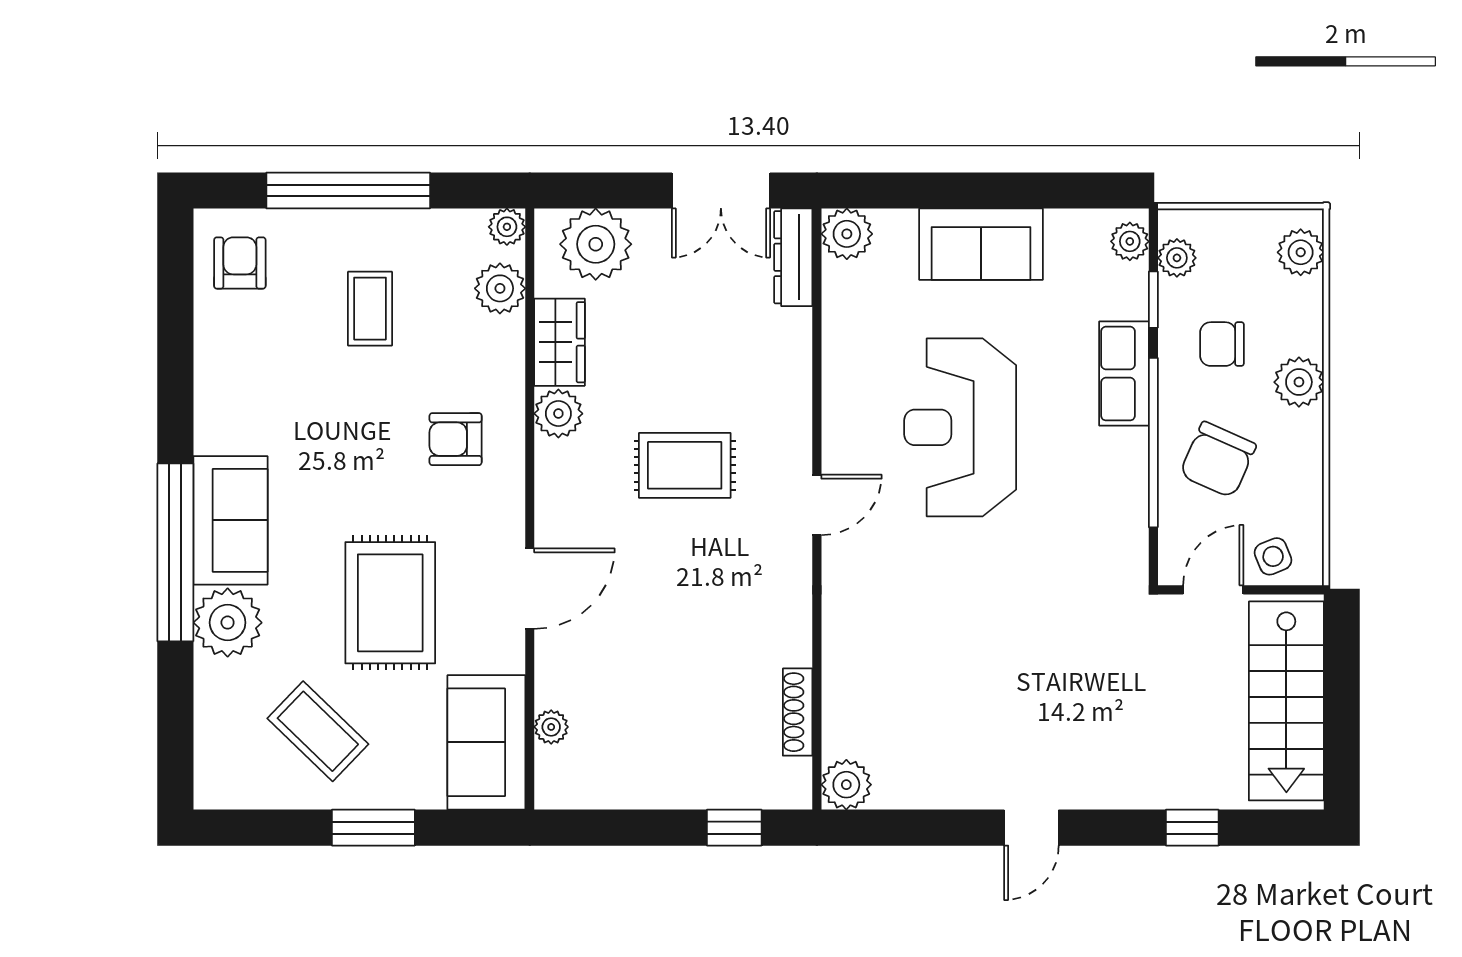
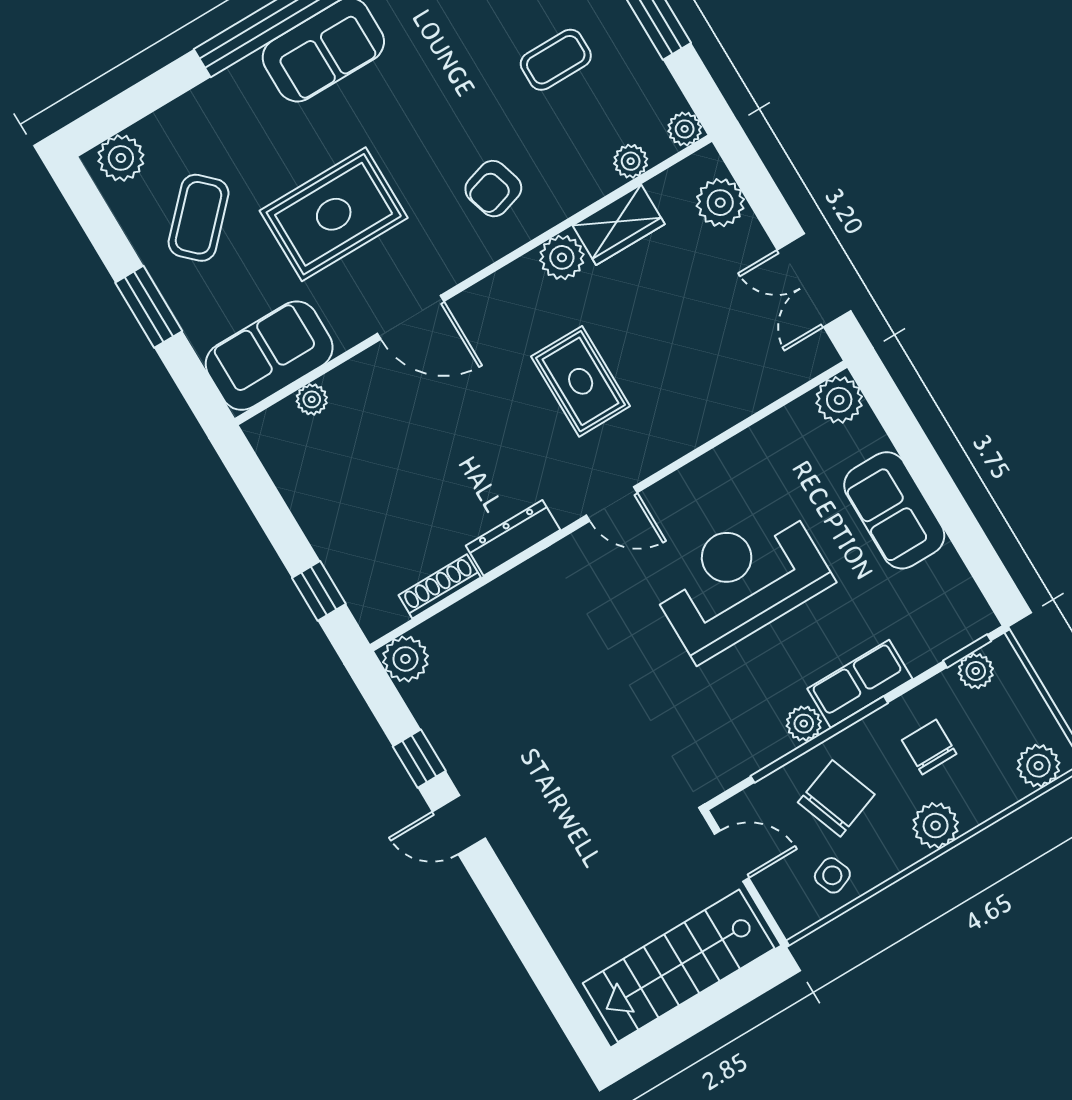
plant: (1130, 241) -> (804, 724), moved
plant: (596, 244) -> (720, 203), width x0.73, depth x0.73
dresser: (793, 257) -> (513, 538), moved
plant: (500, 288) -> (631, 161), width x0.73, depth x0.73
window: (1153, 300) -> (967, 651), moved
armchair: (456, 439) -> (493, 189), turned -107
chair: (1218, 460) -> (836, 798), turned 136
side table: (1273, 556) -> (832, 875), moved
plant: (228, 623) -> (121, 158), moved, width x0.73, depth x0.73
window: (1192, 828) -> (419, 759), moved

